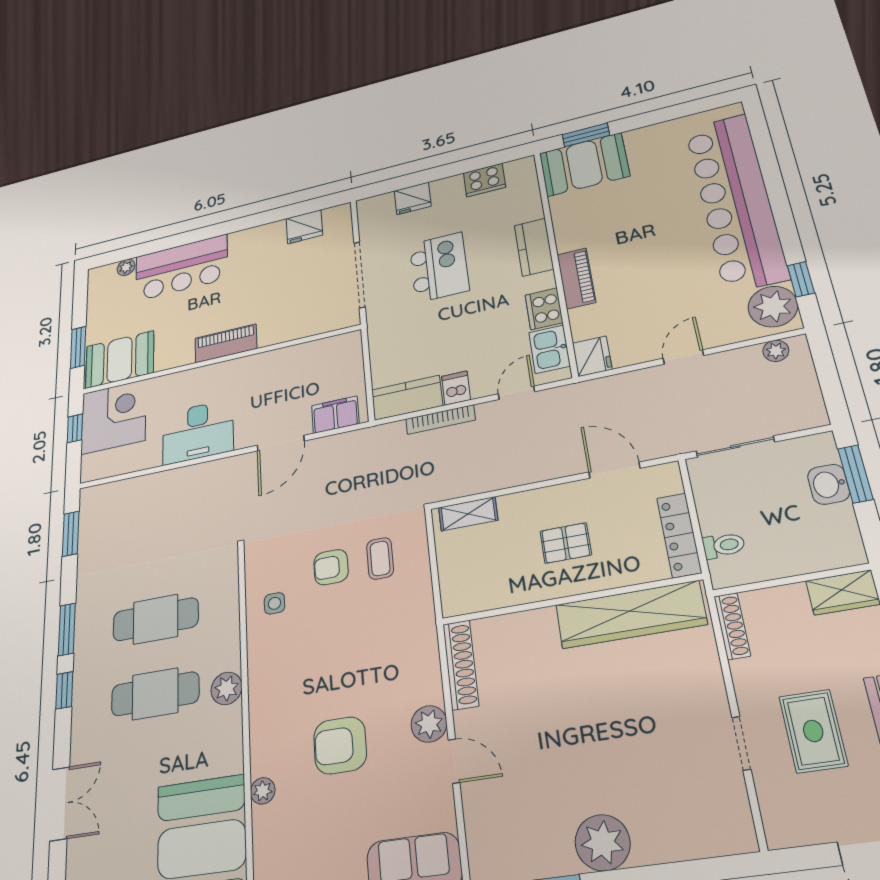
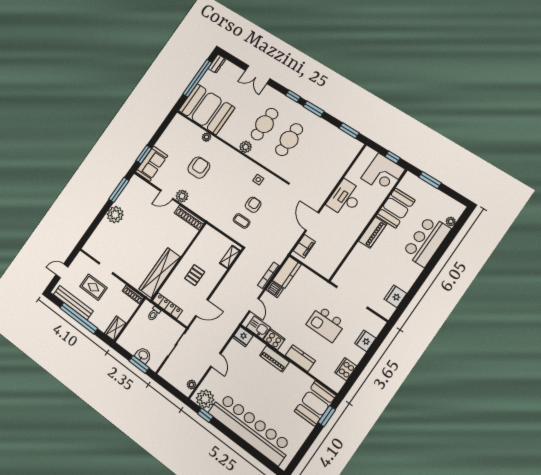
booth: (120, 359) -> (396, 208), moved

